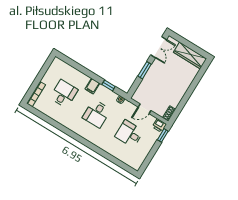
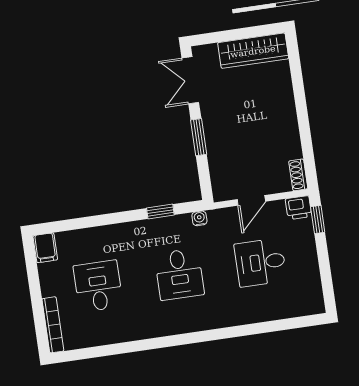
double door: (159, 47) -> (190, 80), swing flipped
filing cabinet: (92, 86) -> (45, 248), moved

